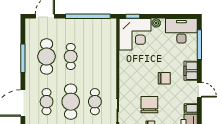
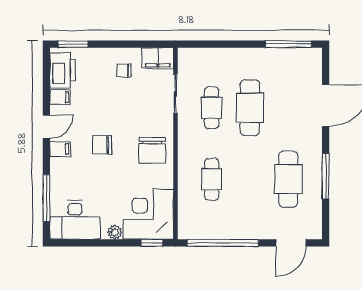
cafe table: (71, 56) -> (212, 179), moved
filing cabinet: (191, 71) -> (60, 149), width x0.50
door: (199, 90) -> (46, 127), swing flipped
cafe table: (47, 102) -> (288, 108), removed
chair: (149, 105) -> (152, 150), moved

